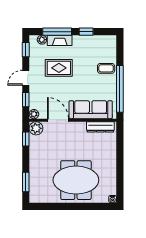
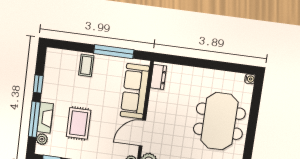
window: (120, 89) -> (114, 52), width x0.68
dresser: (100, 127) -> (158, 77), width x0.70

